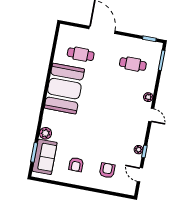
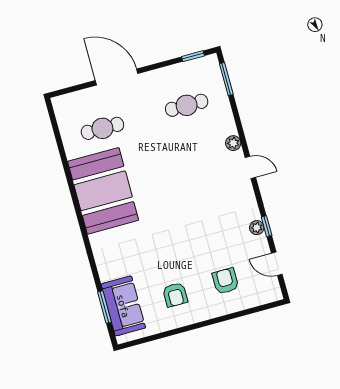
plant: (46, 133) -> (107, 270), removed

